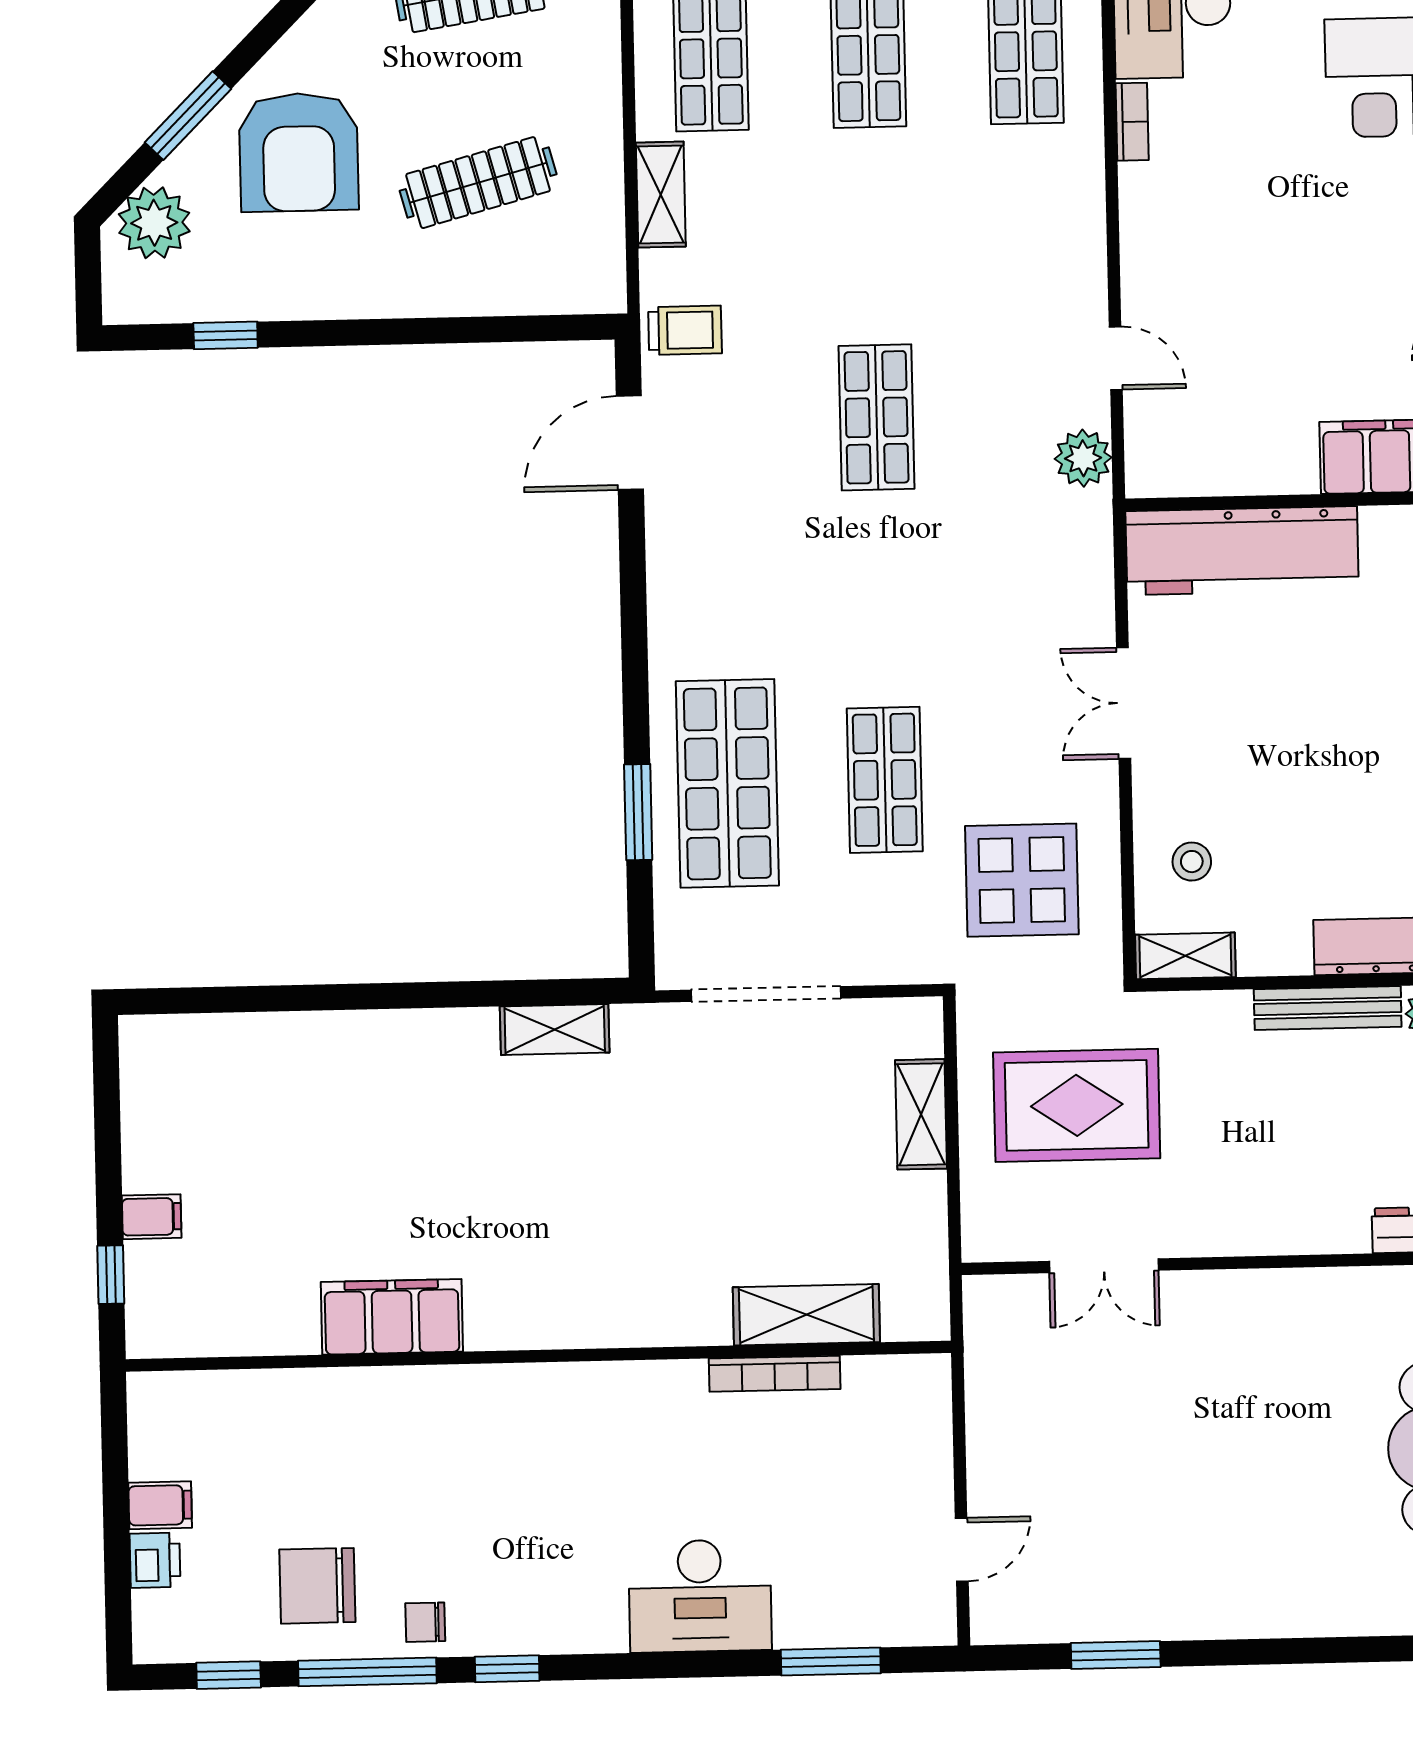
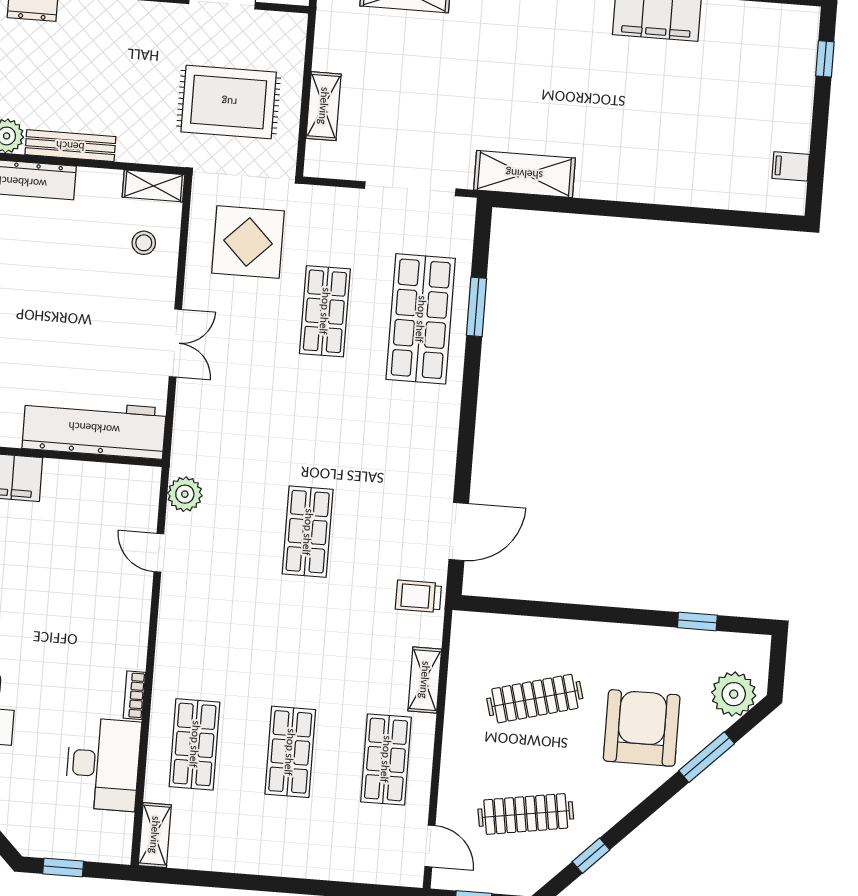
shelving: (555, 1029) -> (524, 174), width x1.50, depth x1.33
filing cabinet: (152, 1217) -> (791, 166), moved

